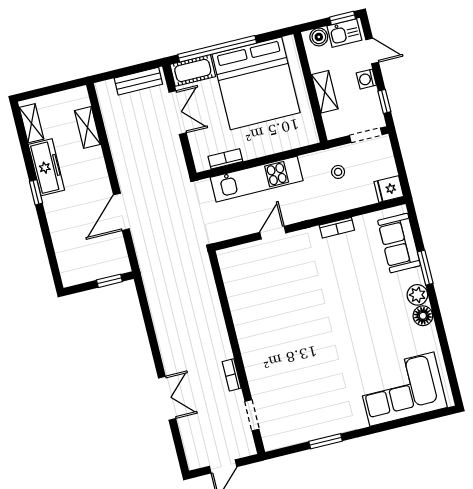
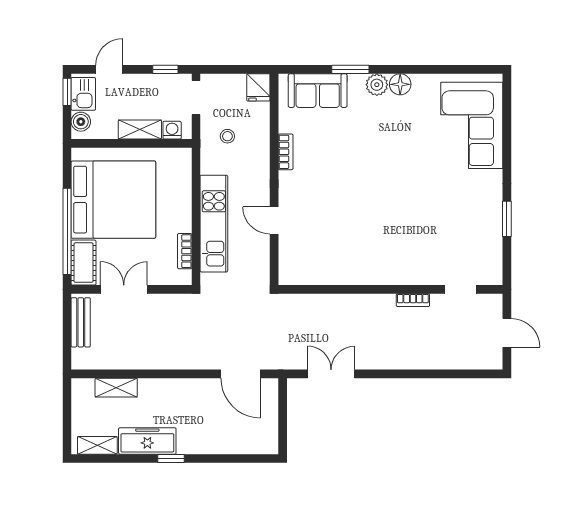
washing machine: (366, 79) -> (172, 130), moved, turned 180
door: (121, 212) -> (241, 374), moved
window: (109, 281) -> (283, 404), removed
double door: (167, 398) -> (331, 374), moved

